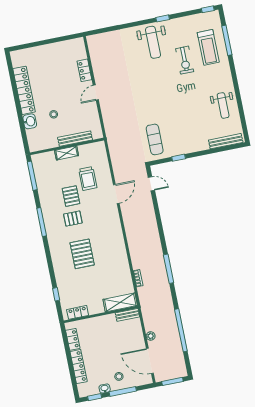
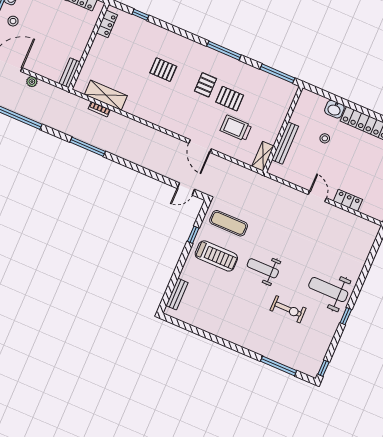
treadmill: (208, 47) -> (216, 256), moved, turned 180
exercise bike: (185, 60) -> (288, 309), turned 180
weight bench: (223, 105) -> (263, 268), moved
bench: (226, 141) -> (177, 294), width x0.73
shelving: (67, 153) -> (263, 156), moved
pallet: (82, 254) -> (163, 70), width x0.67, depth x0.71
shelving: (120, 302) -> (106, 95), moved, turned 90

